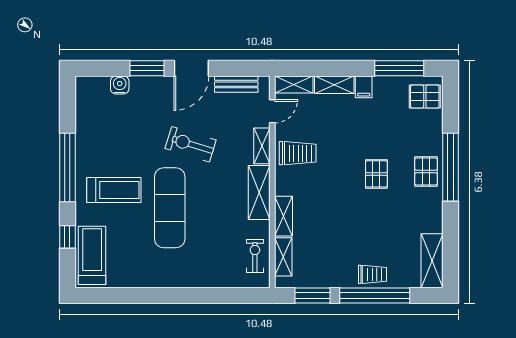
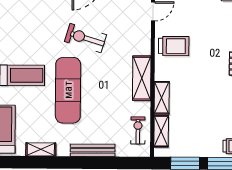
shelving: (262, 146) -> (41, 149), moved, turned 90
bench: (200, 280) -> (93, 150), added

